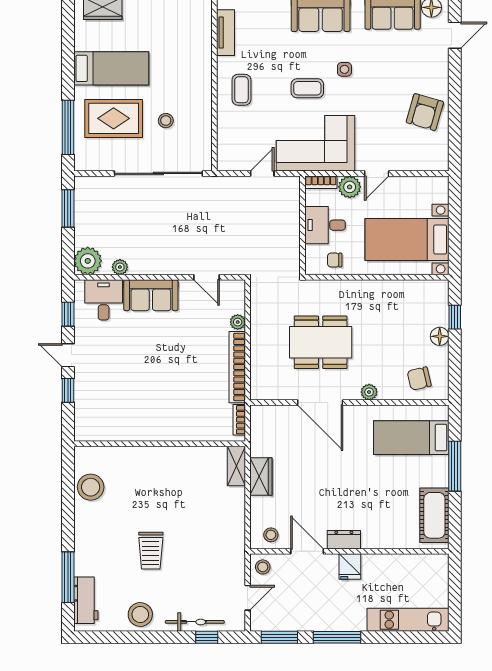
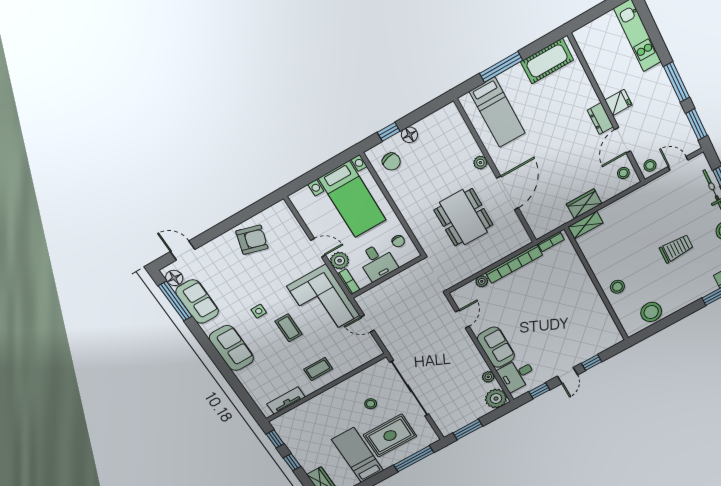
rug: (114, 118) -> (390, 436), turned 90
chair: (419, 379) -> (391, 162), moved
stool: (144, 465) -> (617, 287), added

